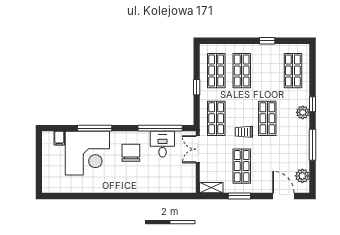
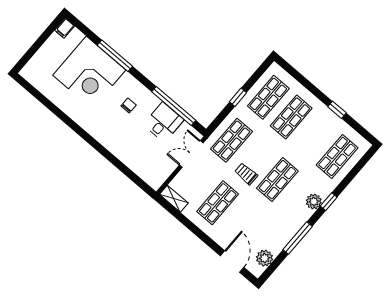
filing cabinet: (59, 138) -> (65, 28), moved
chair: (131, 153) -> (129, 105), width x0.54, depth x0.54
window: (239, 196) -> (193, 228), removed

